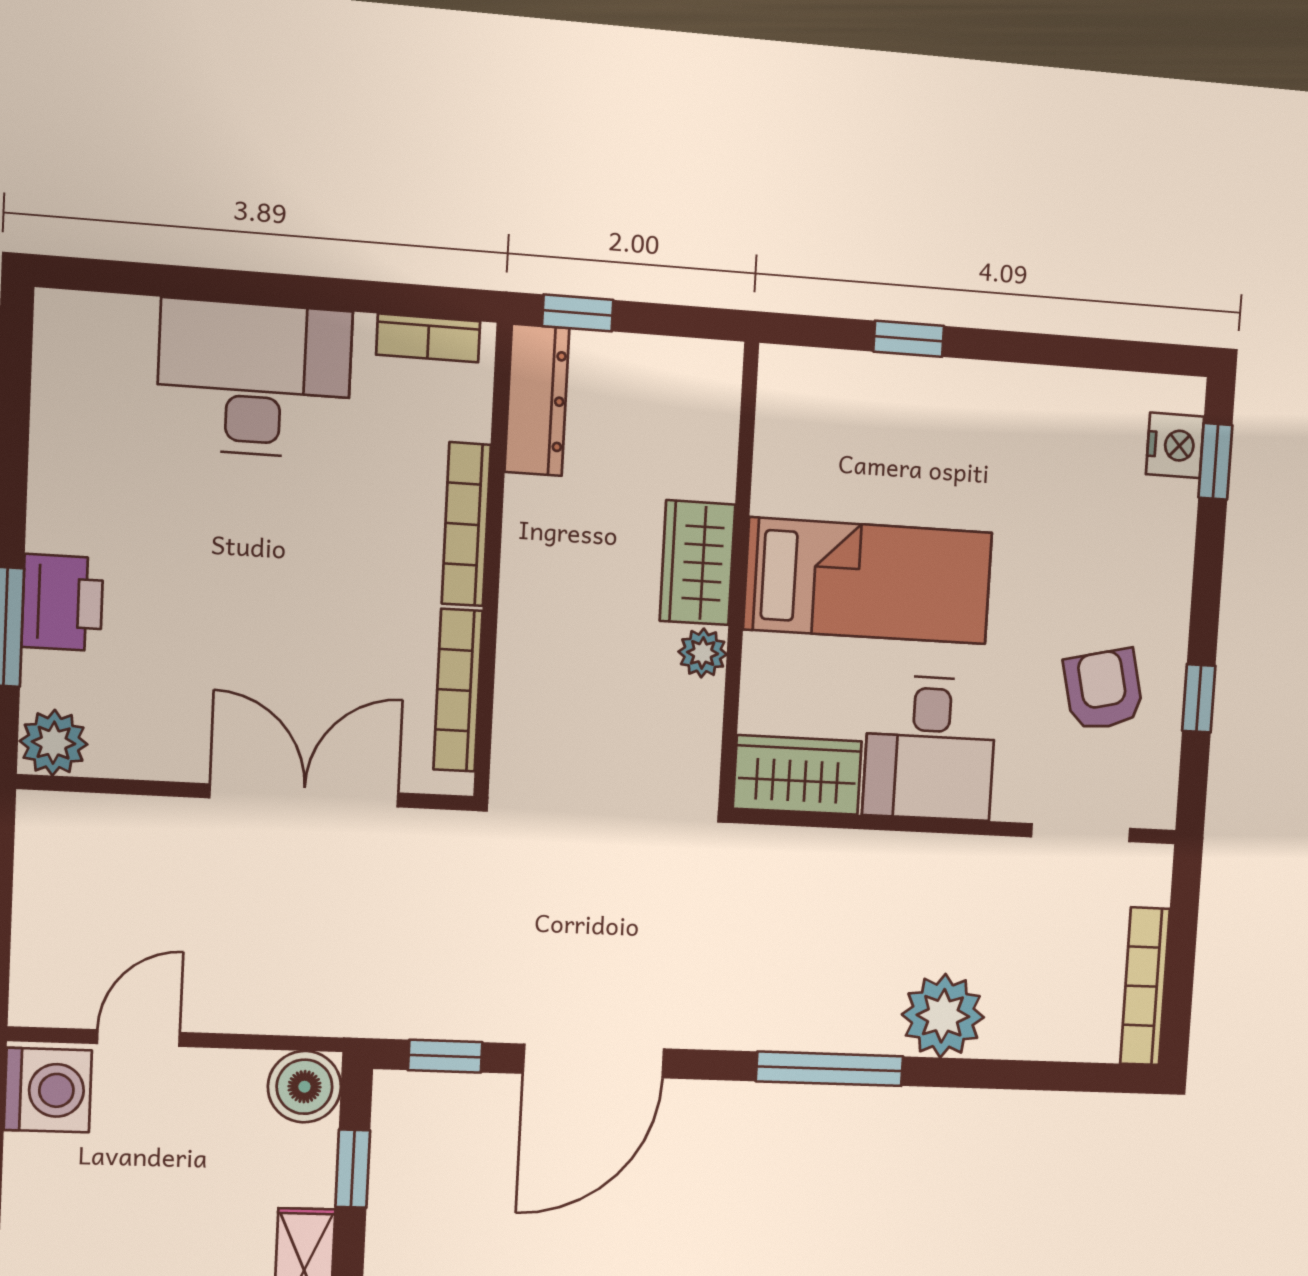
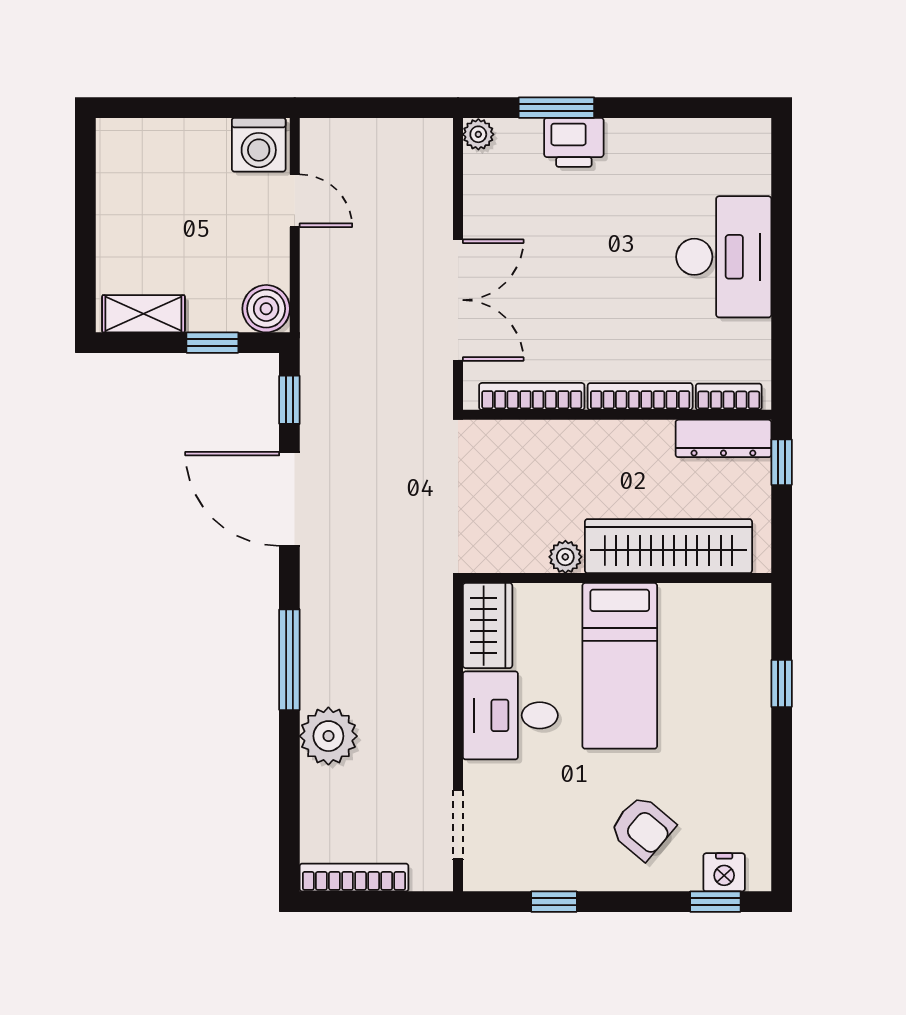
bookcase: (428, 338) -> (729, 397), moved, turned 90
wardrobe: (697, 563) -> (668, 546), width x2.10, depth x1.17
armchair: (1103, 690) -> (642, 828), moved, turned 53
plant: (54, 743) -> (478, 134), width x0.73, depth x0.73

